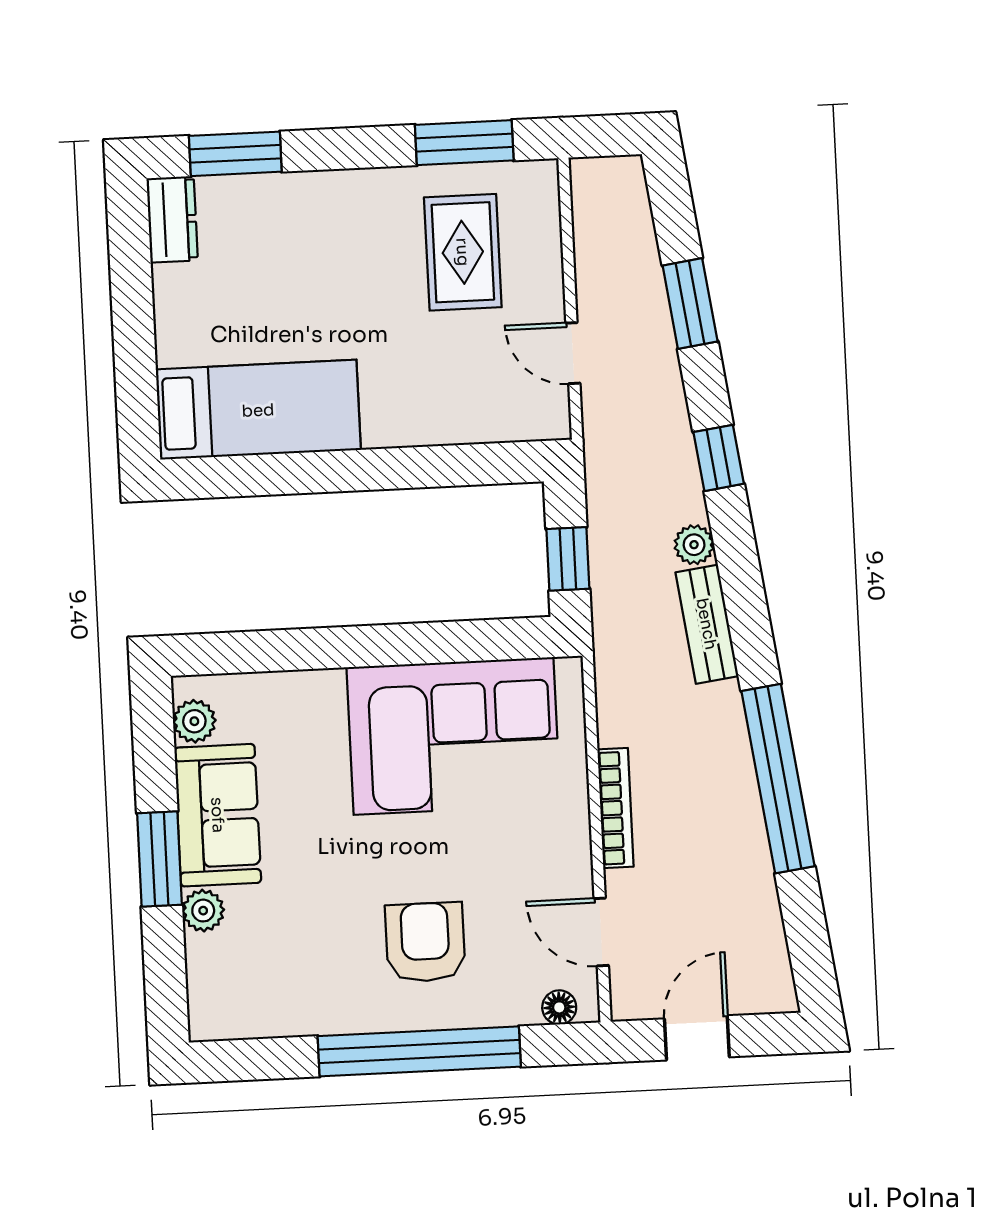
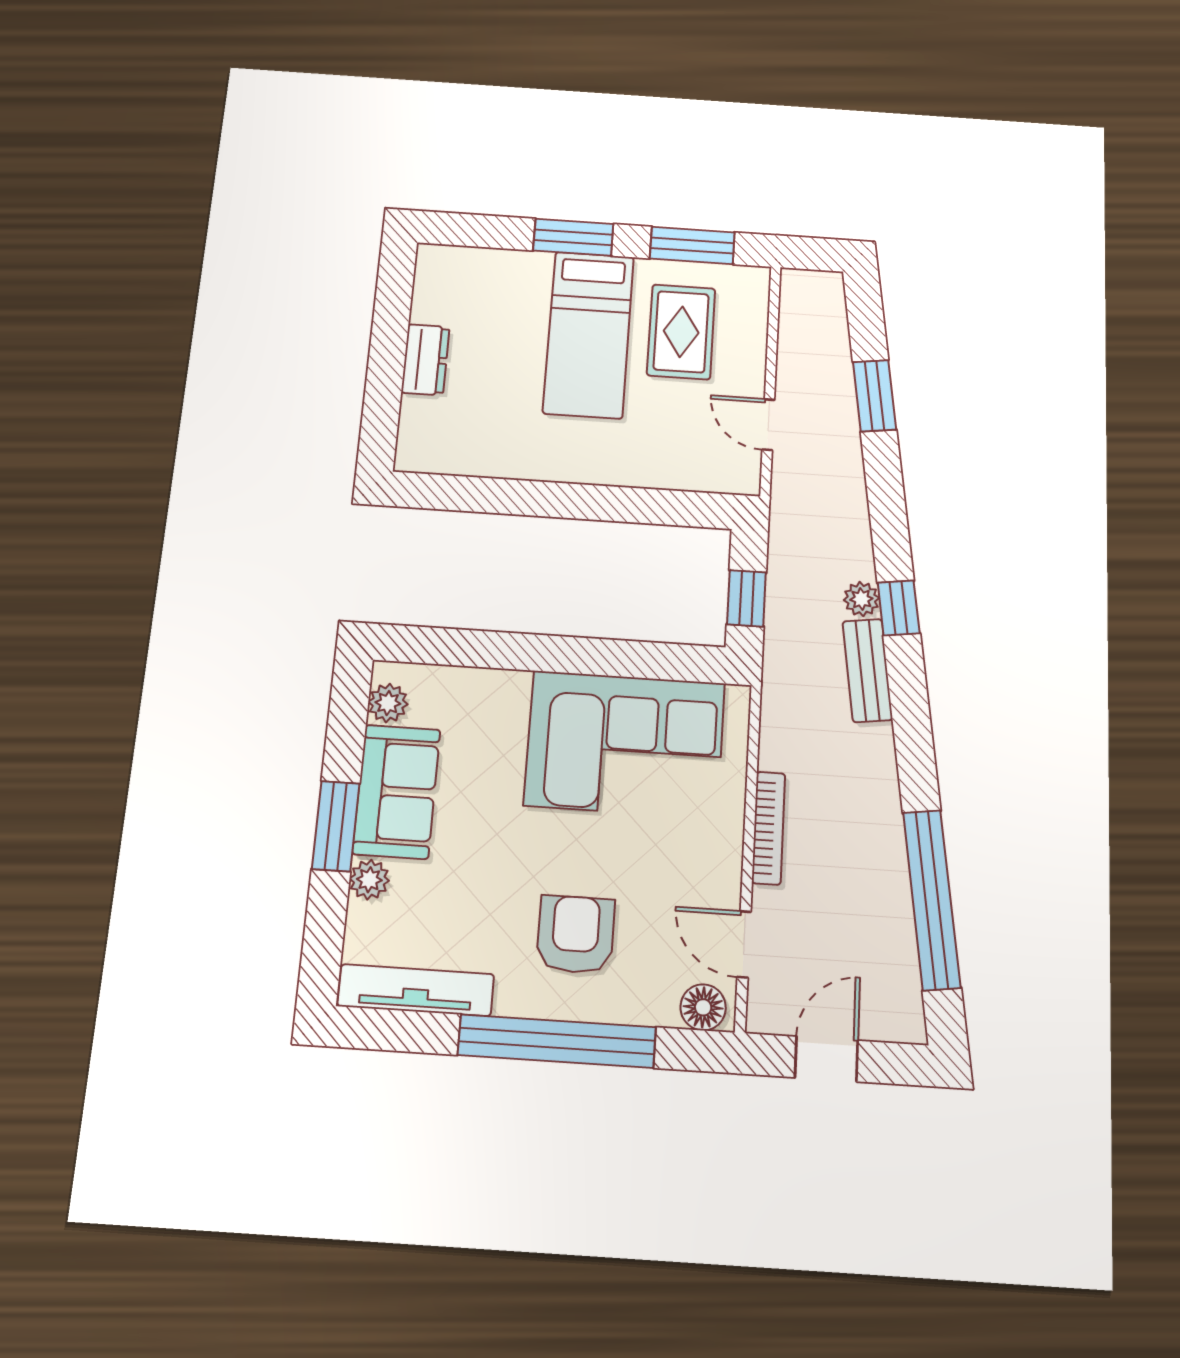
window: (235, 154) -> (573, 237), moved
dresser: (172, 219) -> (425, 360), moved
bed: (258, 410) -> (589, 334), moved, turned 90
window: (719, 458) -> (899, 608), moved
window: (778, 779) -> (932, 899), moved
floor lamp: (559, 1007) -> (703, 1007), width x1.37, depth x1.37
tv unit: (268, 1017) -> (416, 990), added

